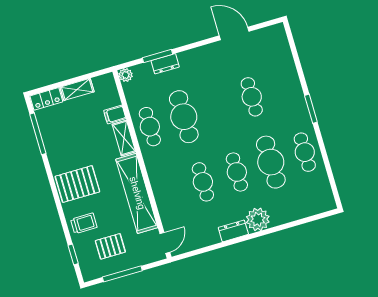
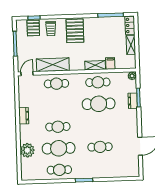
cafe table: (203, 182) -> (56, 84), moved
shelving: (137, 193) -> (53, 65), width x0.68
plant: (258, 219) -> (27, 150), moved
door: (165, 243) -> (27, 74), swing flipped
pallet: (110, 246) -> (33, 28), moved

